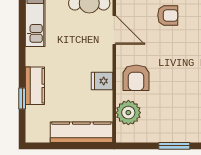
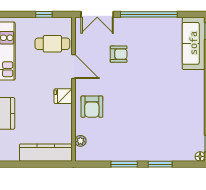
fridge: (102, 81) -> (63, 96), moved
plant: (128, 113) -> (80, 141), width x0.53, depth x0.53

